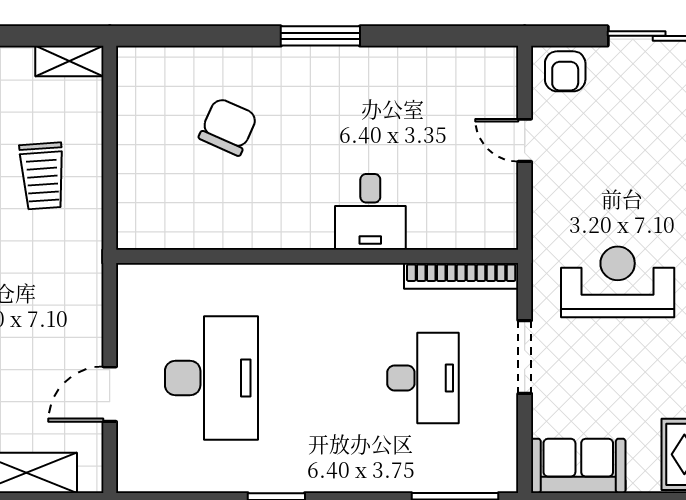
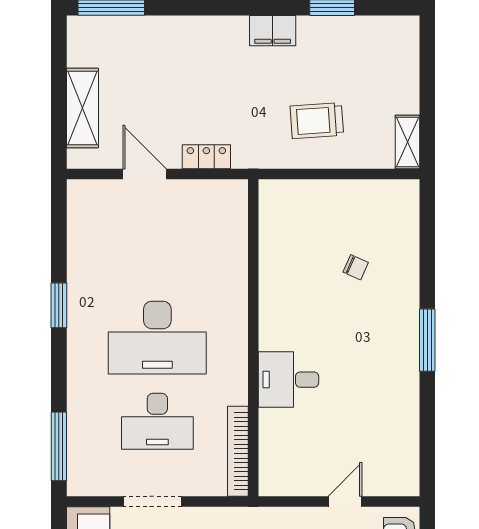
chair: (228, 127) -> (356, 267), width x0.54, depth x0.54
locker: (88, 316) -> (206, 157), added
doorway: (525, 357) -> (153, 501), moved
desk: (211, 378) -> (157, 338), moved

